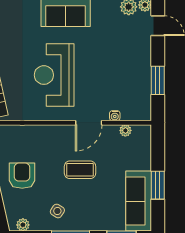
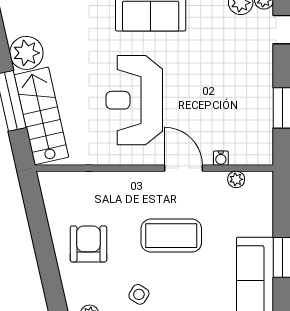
door: (89, 123) -> (184, 168), swing flipped
coffee table: (80, 170) -> (171, 236), width x1.36, depth x1.32

